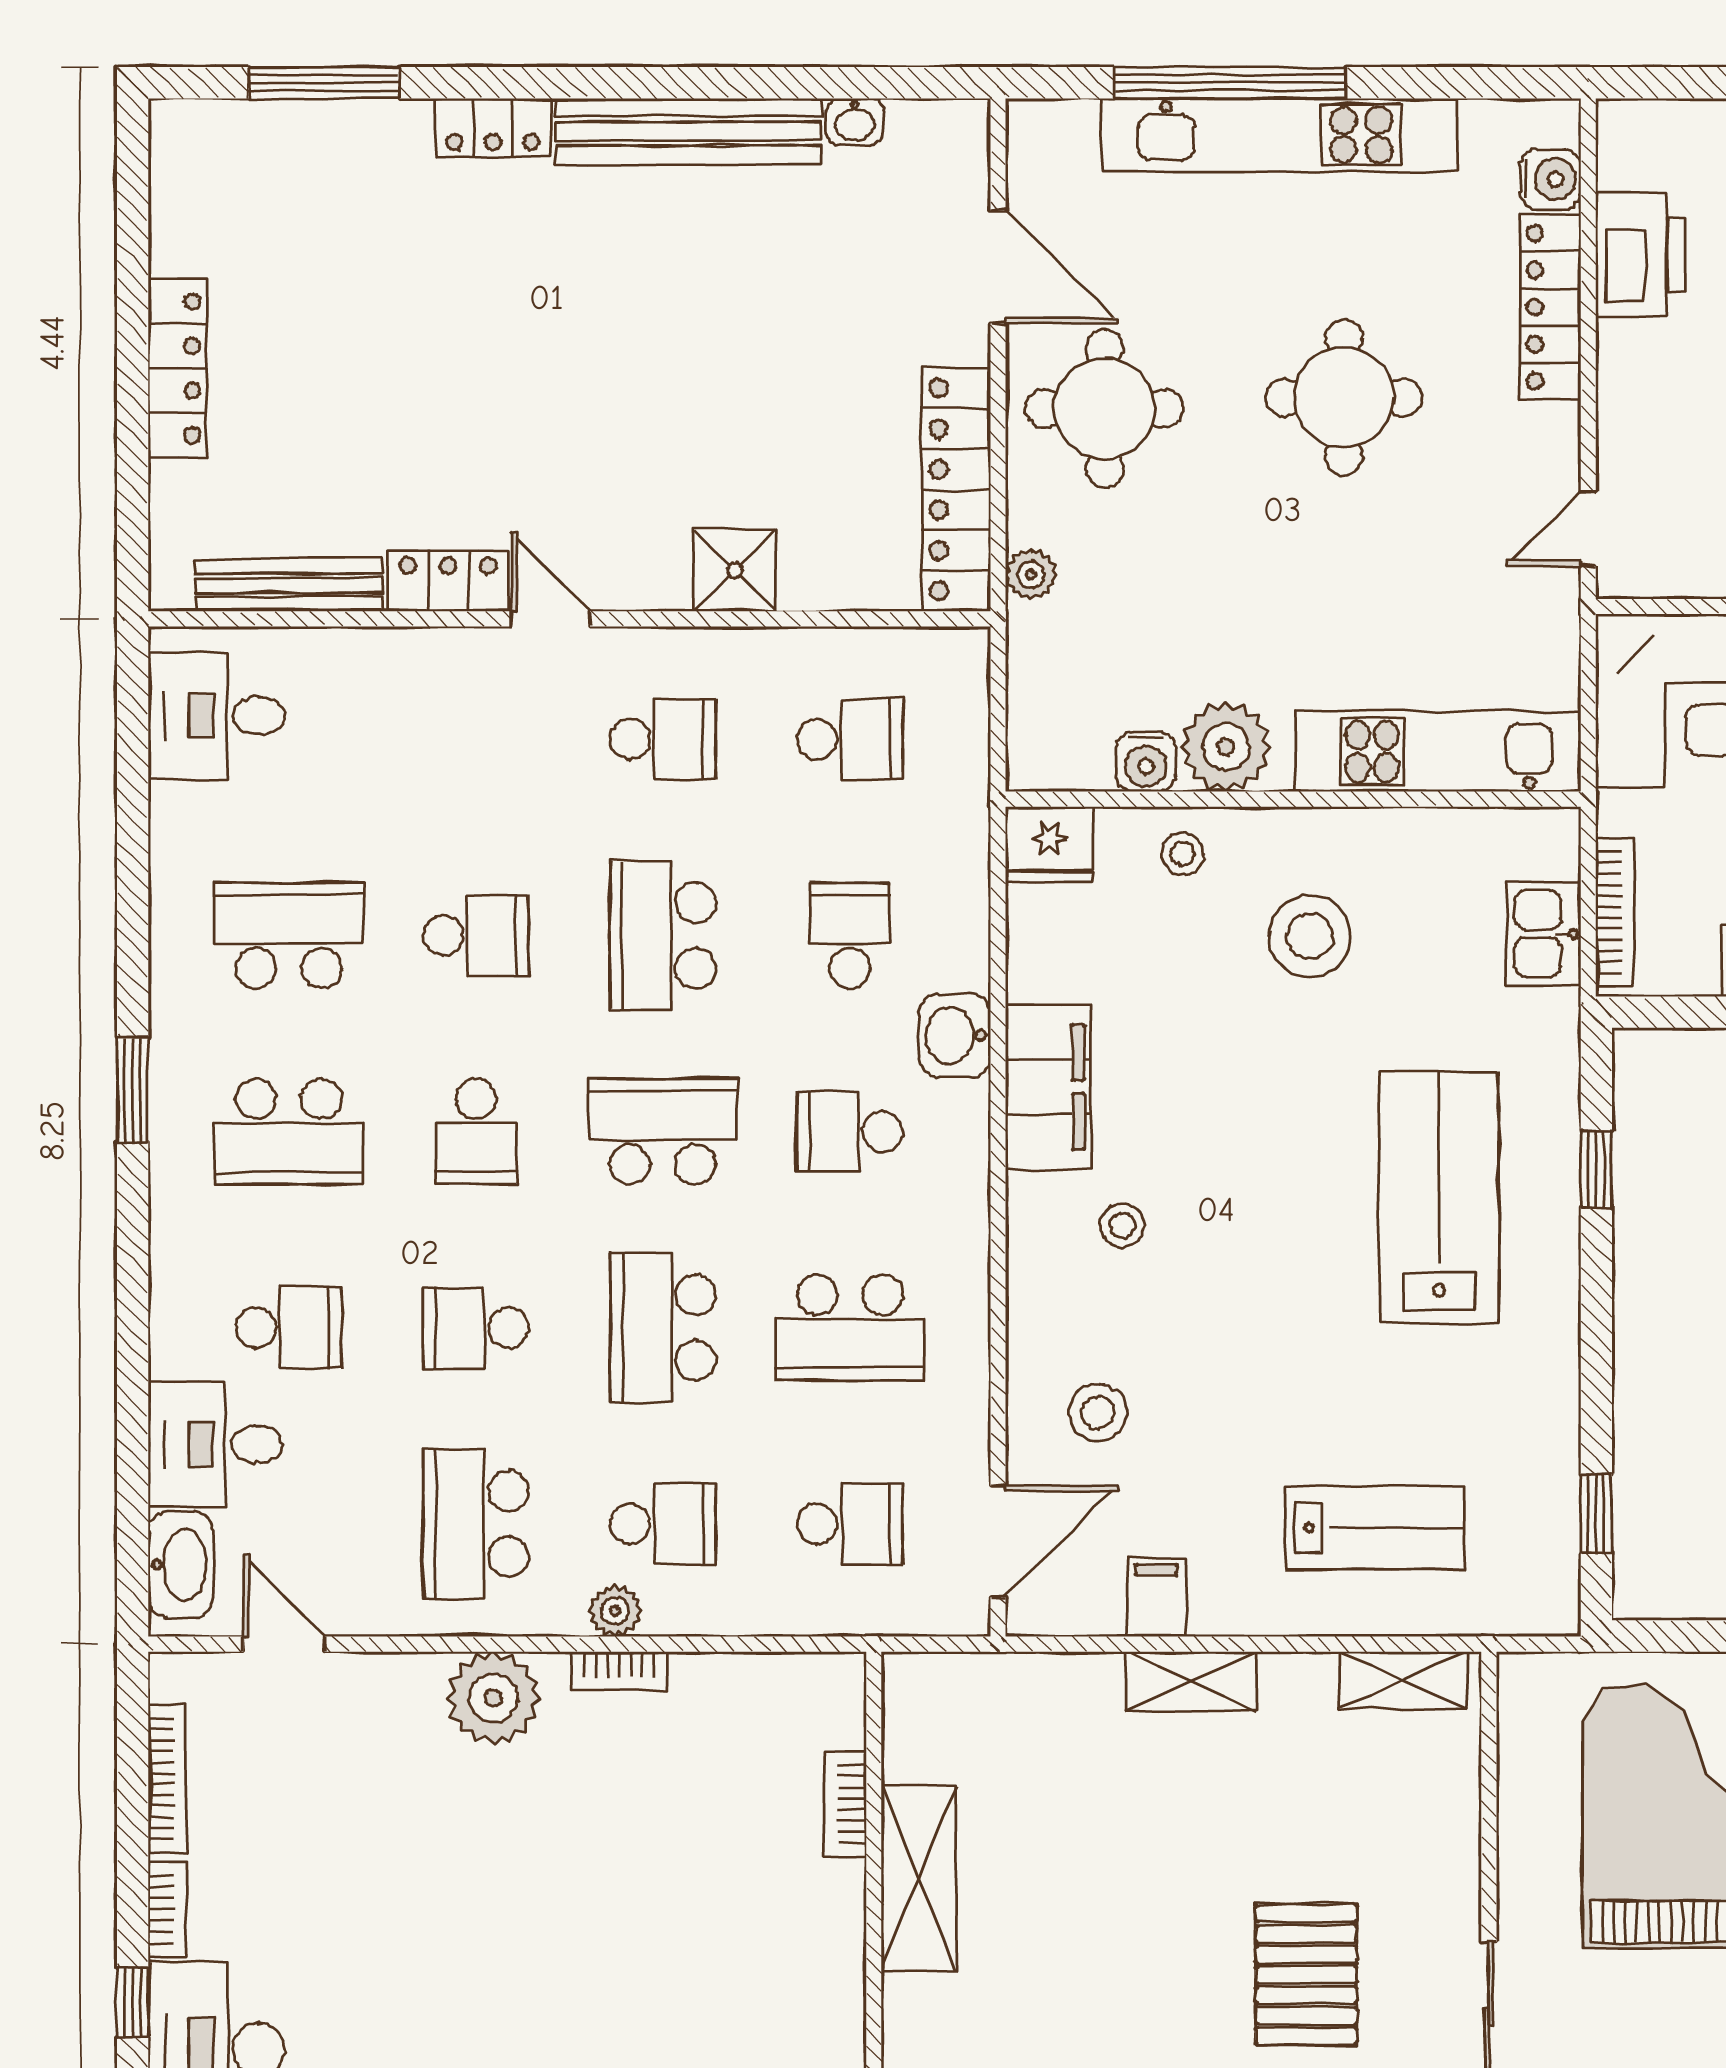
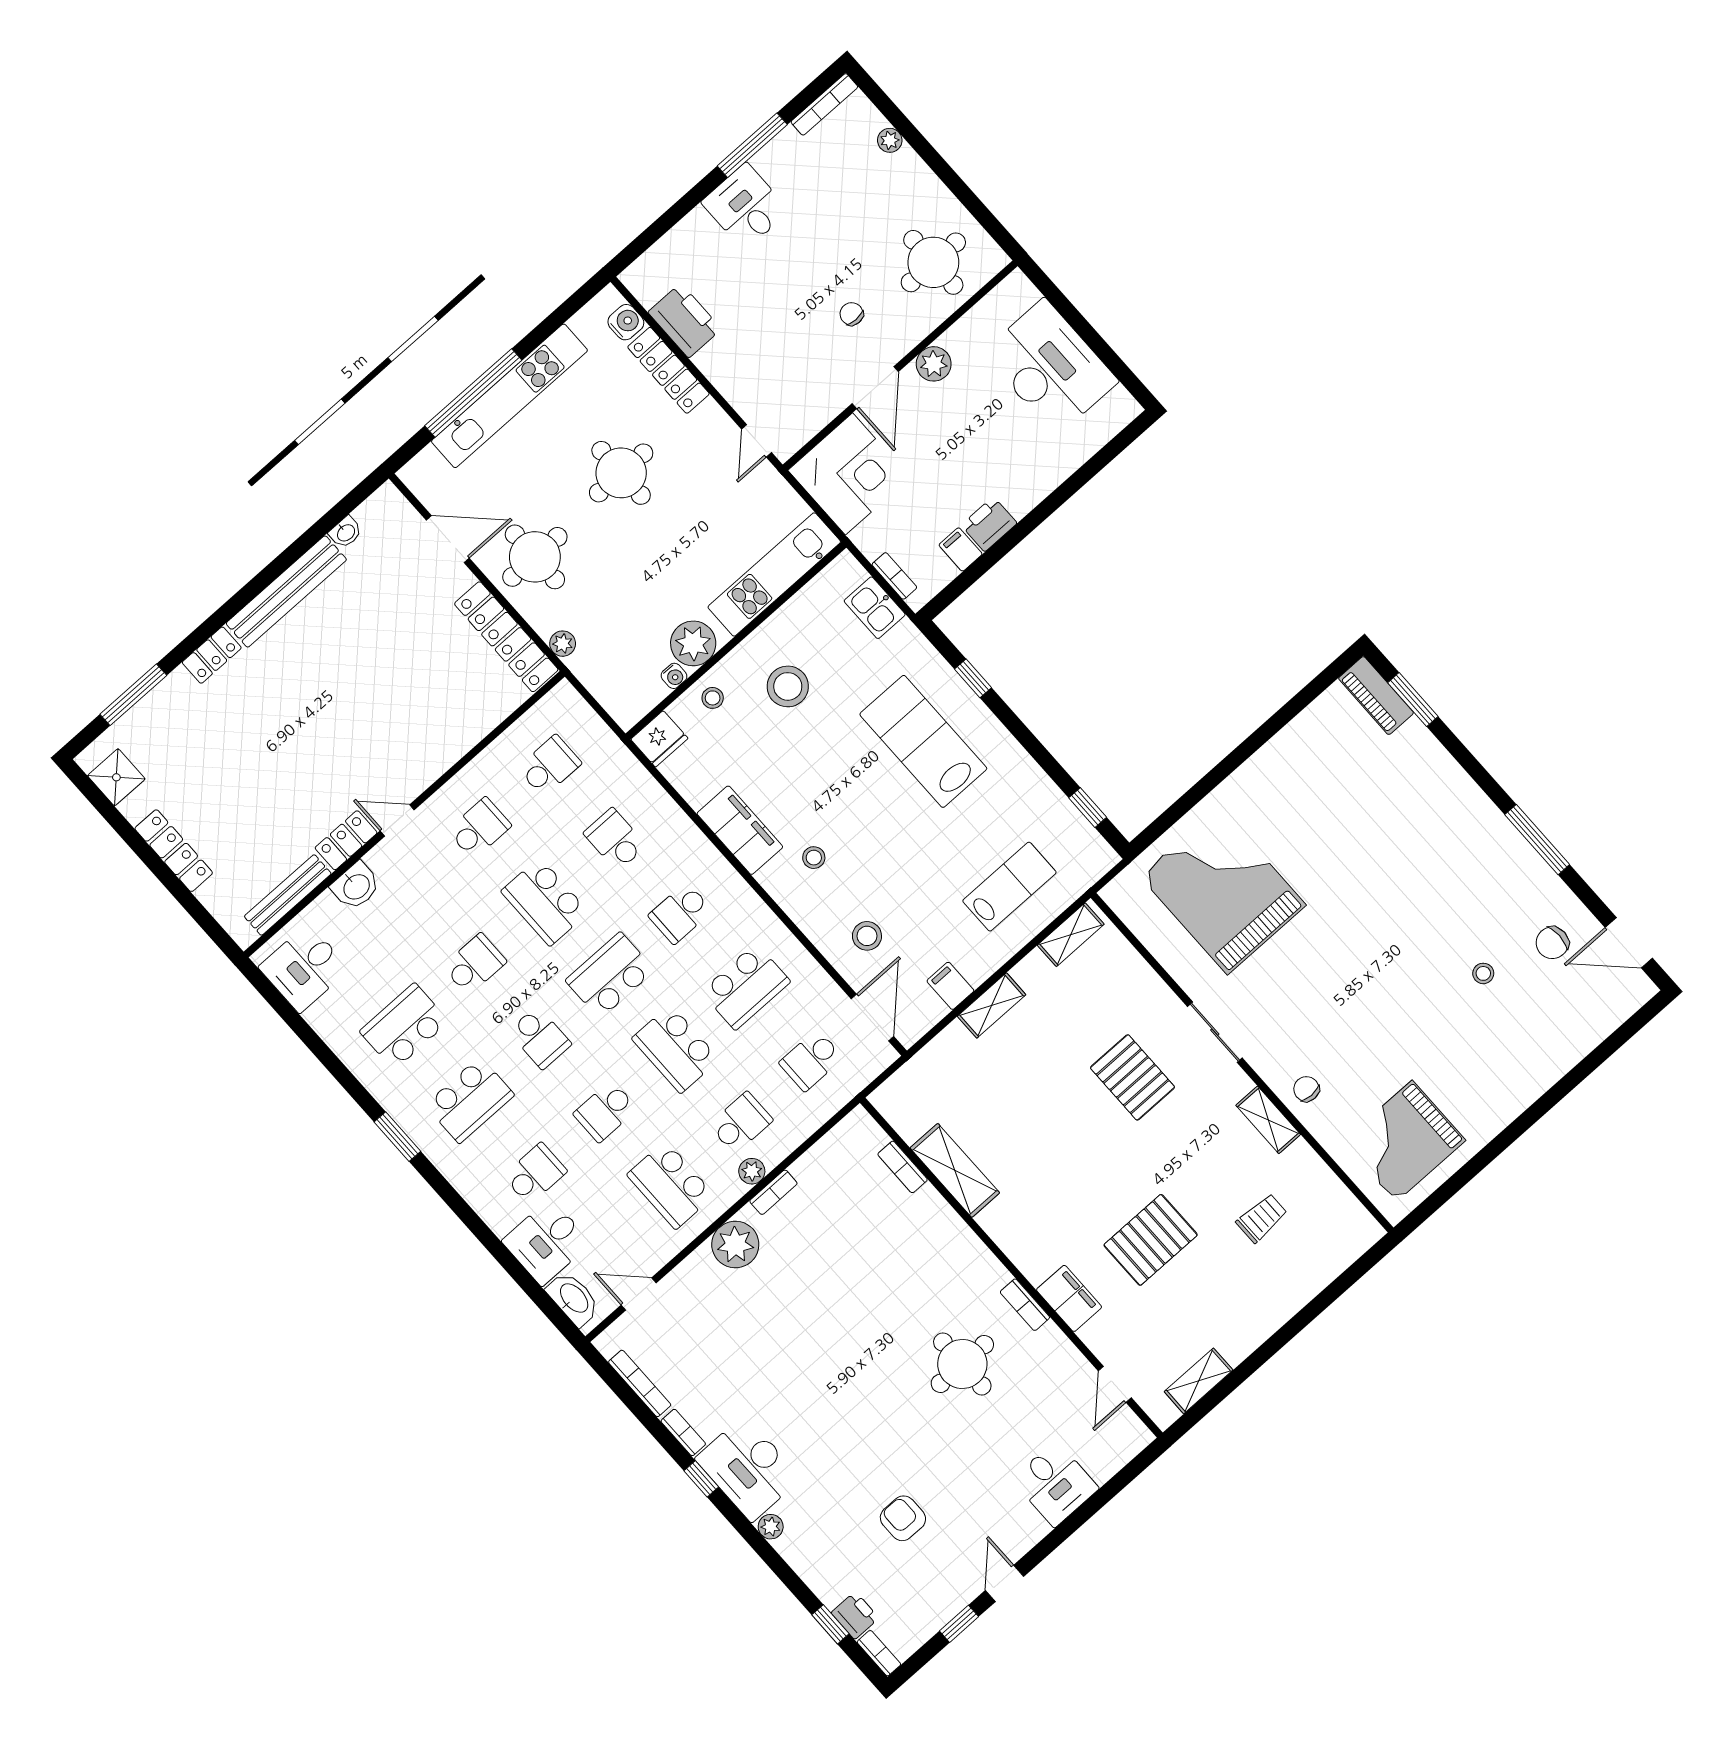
shower: (735, 570) -> (116, 777), moved
water cooler: (1146, 762) -> (674, 676), width x0.72, depth x0.72
bookcase: (1615, 912) -> (894, 576), width x0.64
washbasin: (955, 1035) -> (356, 886), moved, turned -90
school desk: (850, 1524) -> (811, 1060), turned 180

